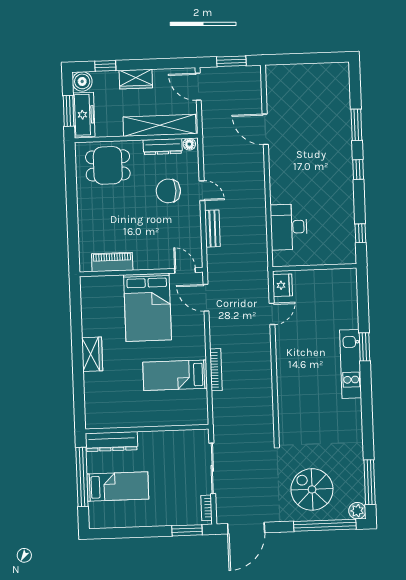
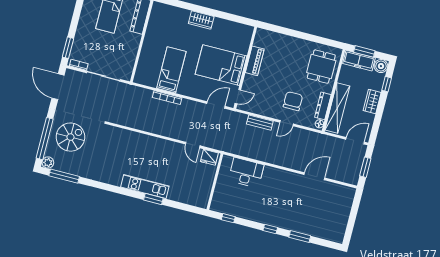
piano: (112, 262) -> (255, 61), moved

